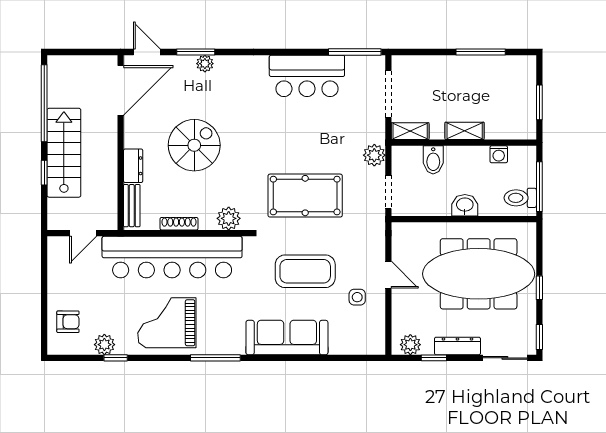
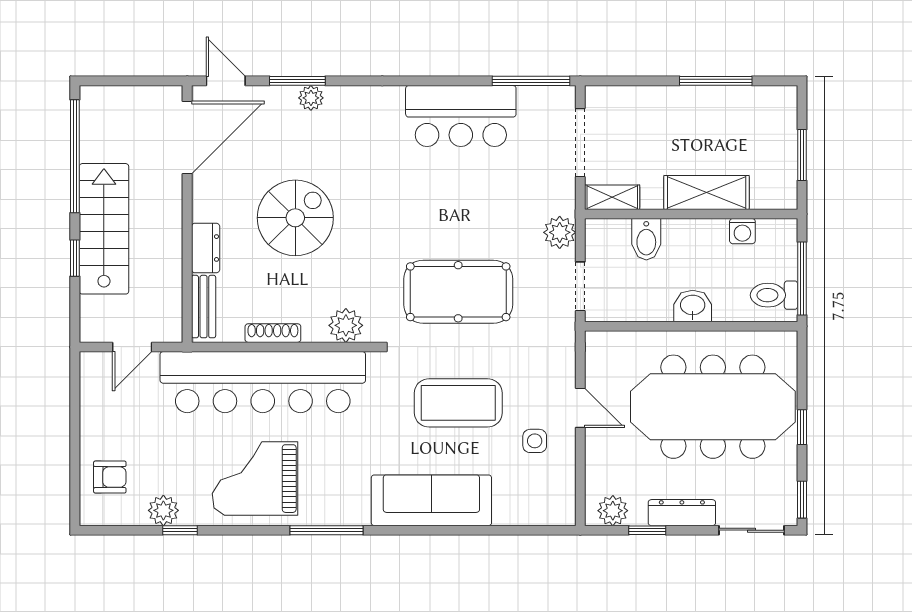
shelving: (465, 131) -> (707, 192), width x1.50, depth x1.33

